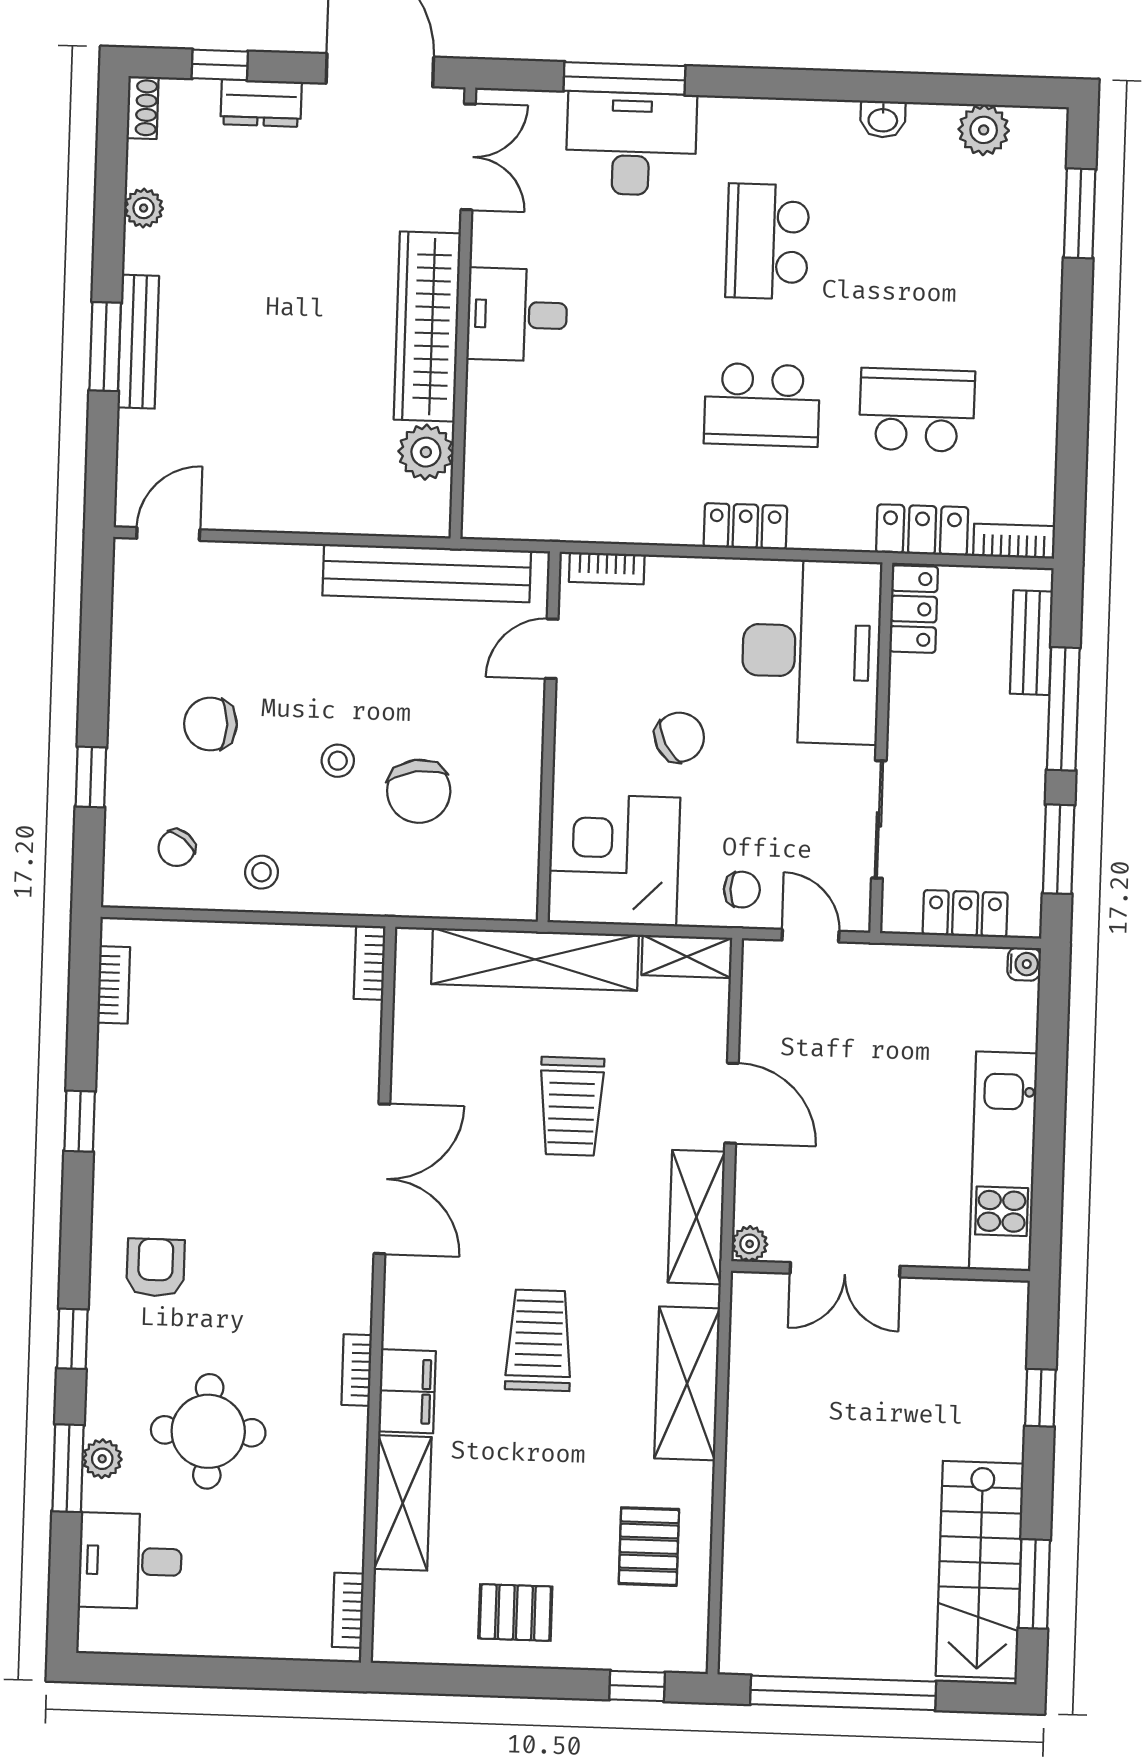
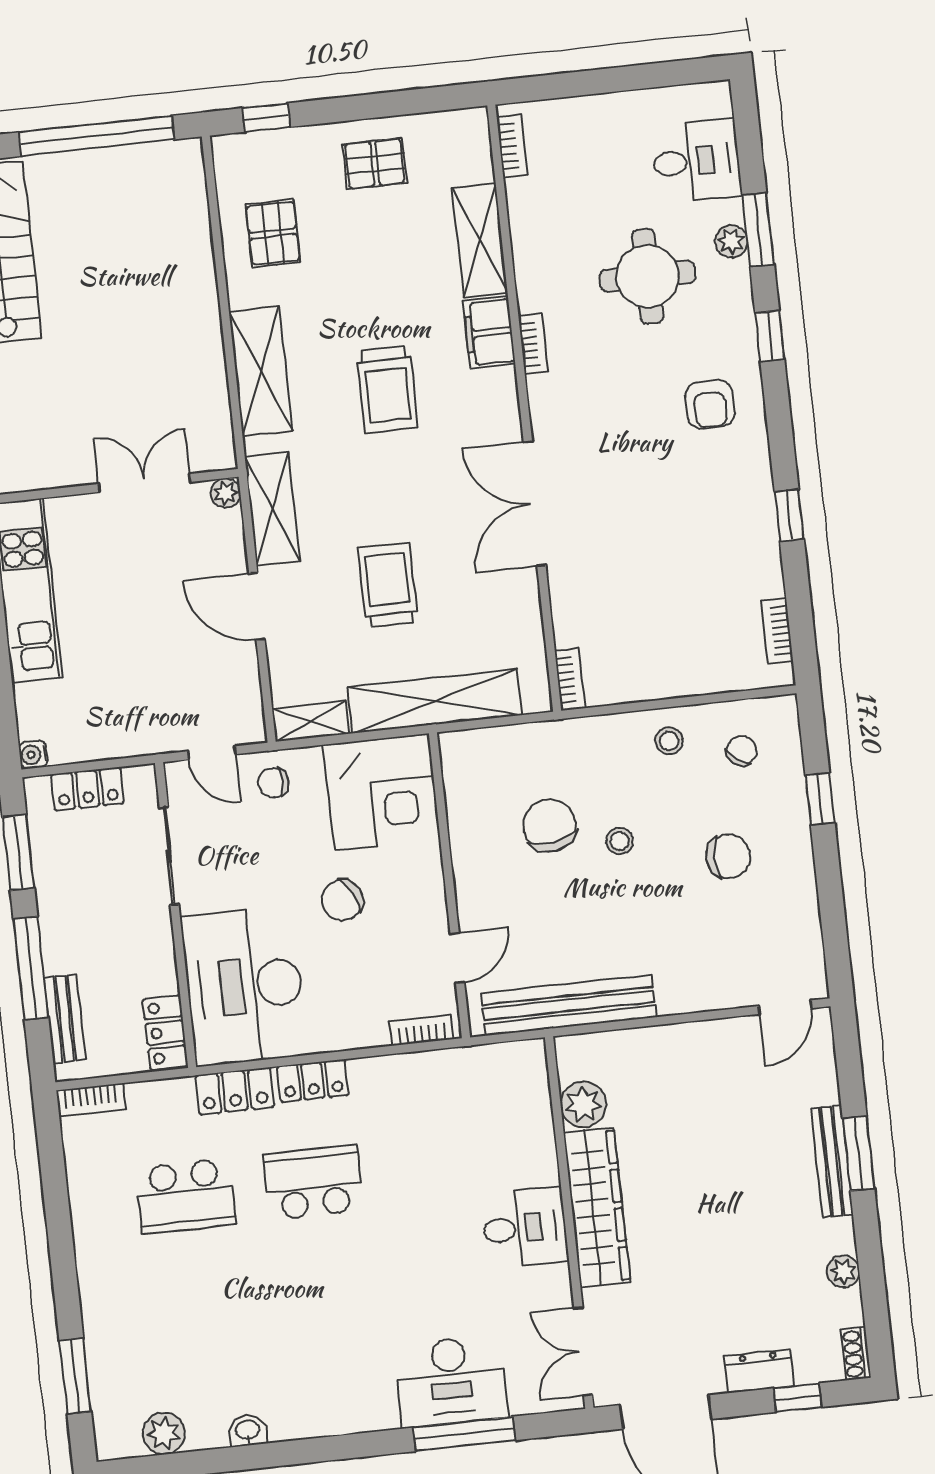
school desk: (767, 241) -> (328, 1317), removed
locker: (922, 530) -> (235, 1091), moved

